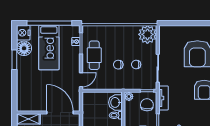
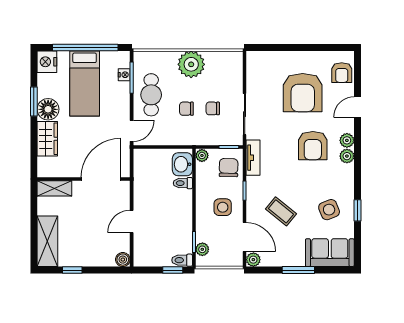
plant: (147, 34) -> (191, 64), moved
floor lamp: (24, 48) -> (48, 109), moved
wardrobe: (24, 85) -> (47, 139), added
door: (60, 113) -> (101, 179), hinge flipped

